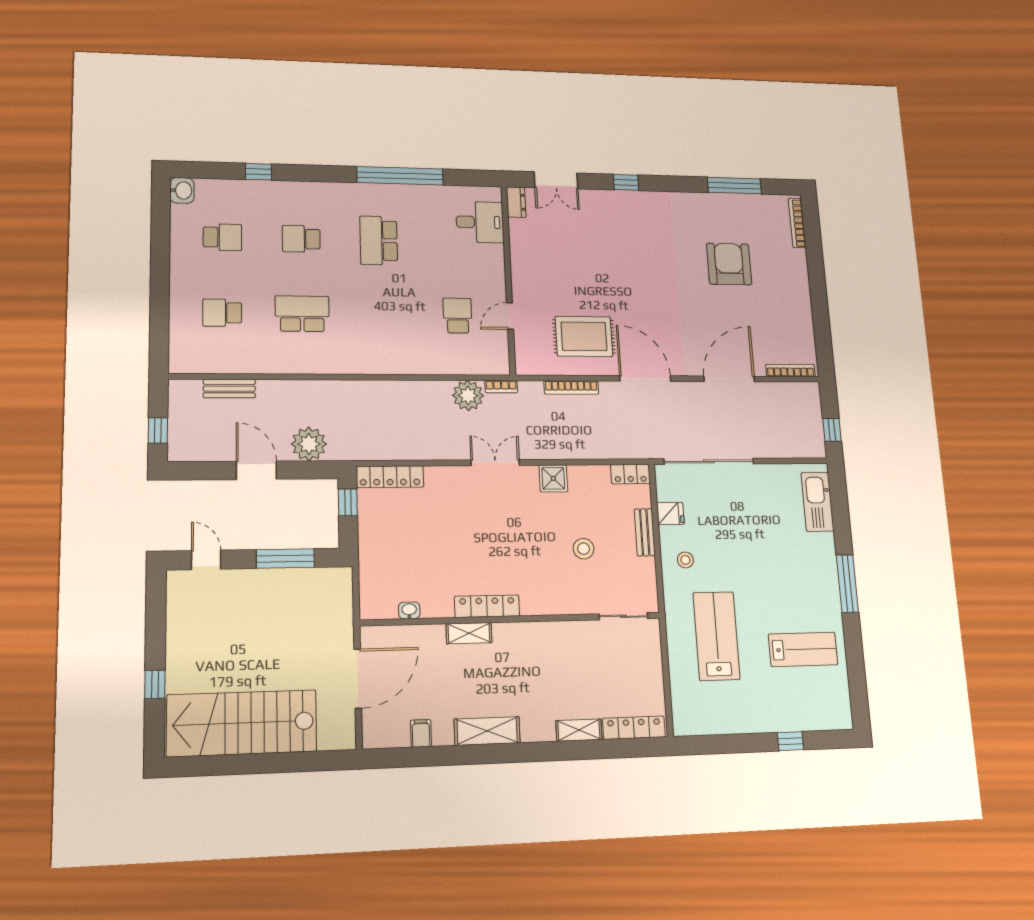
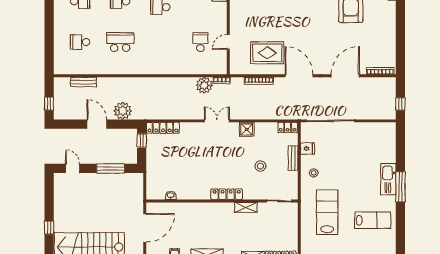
kitchen sink: (818, 502) -> (388, 179), moved
locker: (487, 606) -> (227, 194), moved
shelving: (469, 633) -> (246, 207), moved

